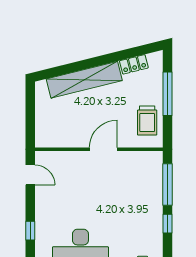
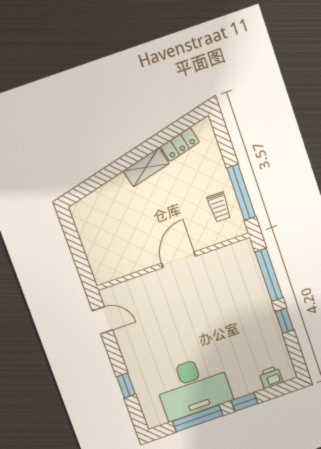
shelving: (84, 80) -> (146, 167), width x0.45, depth x0.75
window: (167, 94) -> (241, 192), moved
trolley: (147, 120) -> (219, 207), width x0.73, depth x0.72

